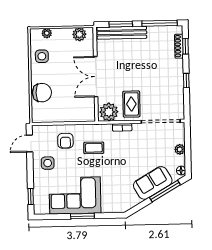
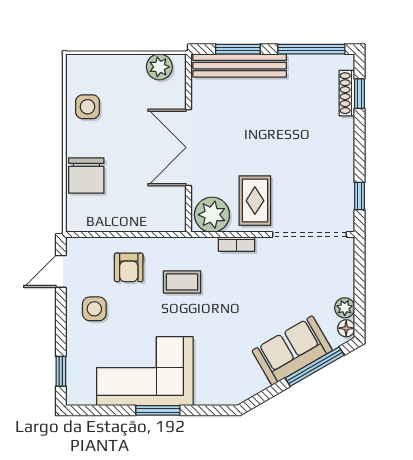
plant: (47, 33) -> (98, 63), removed
window: (186, 81) -> (360, 196), moved
chair: (42, 93) -> (86, 176), turned 90
plant: (180, 149) -> (345, 308), moved

